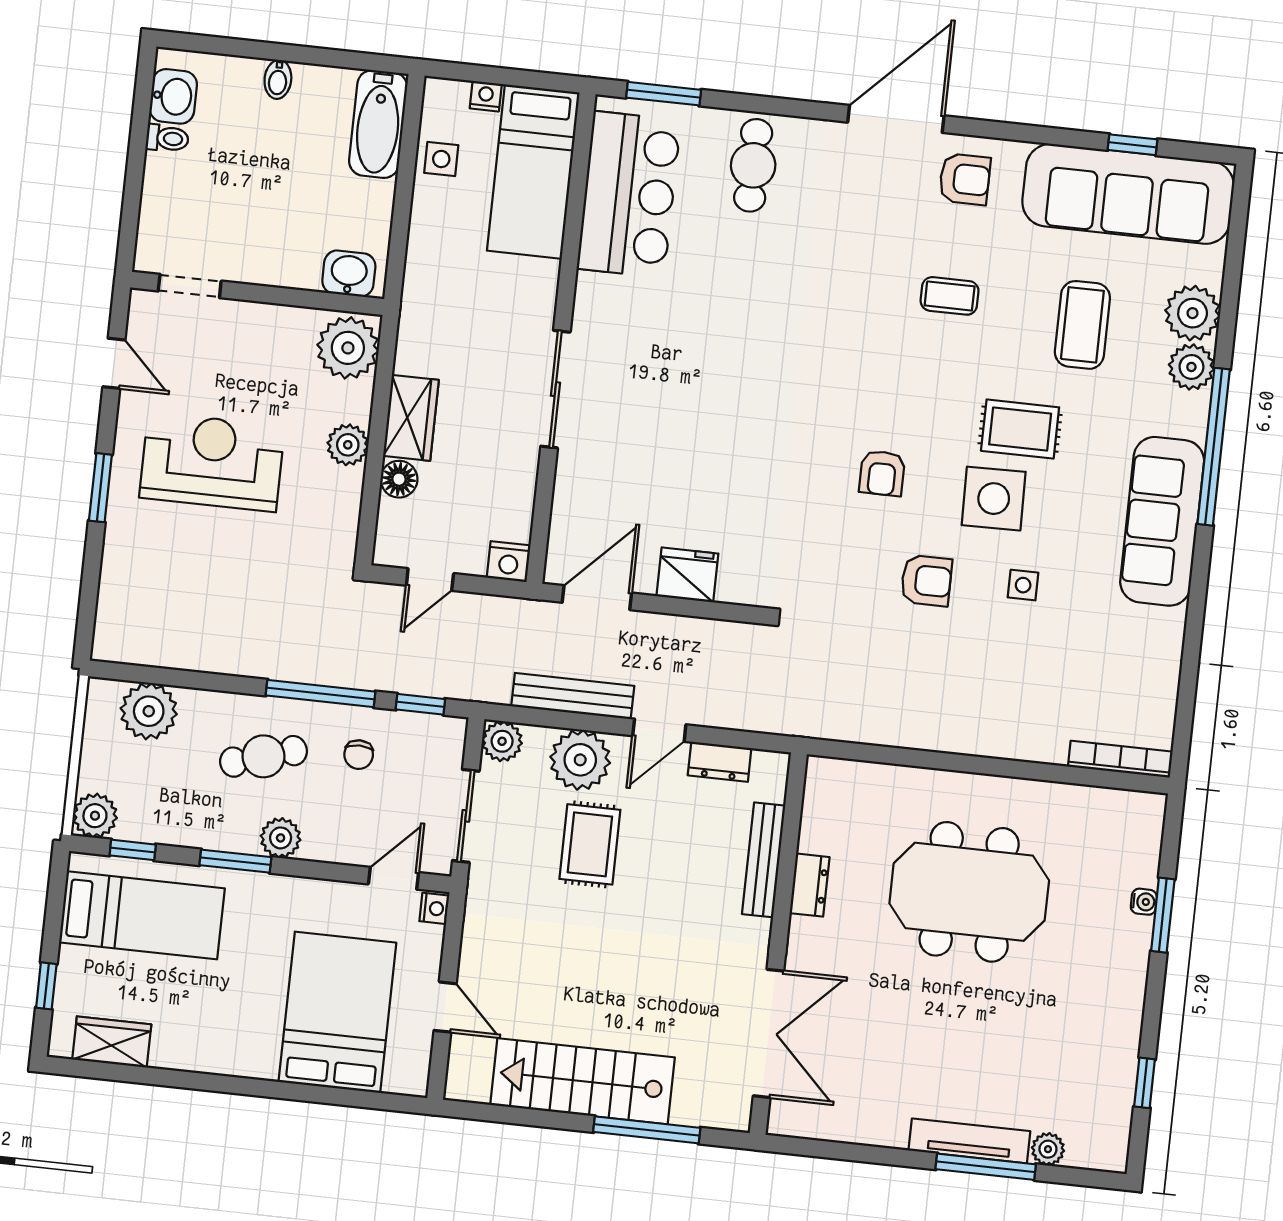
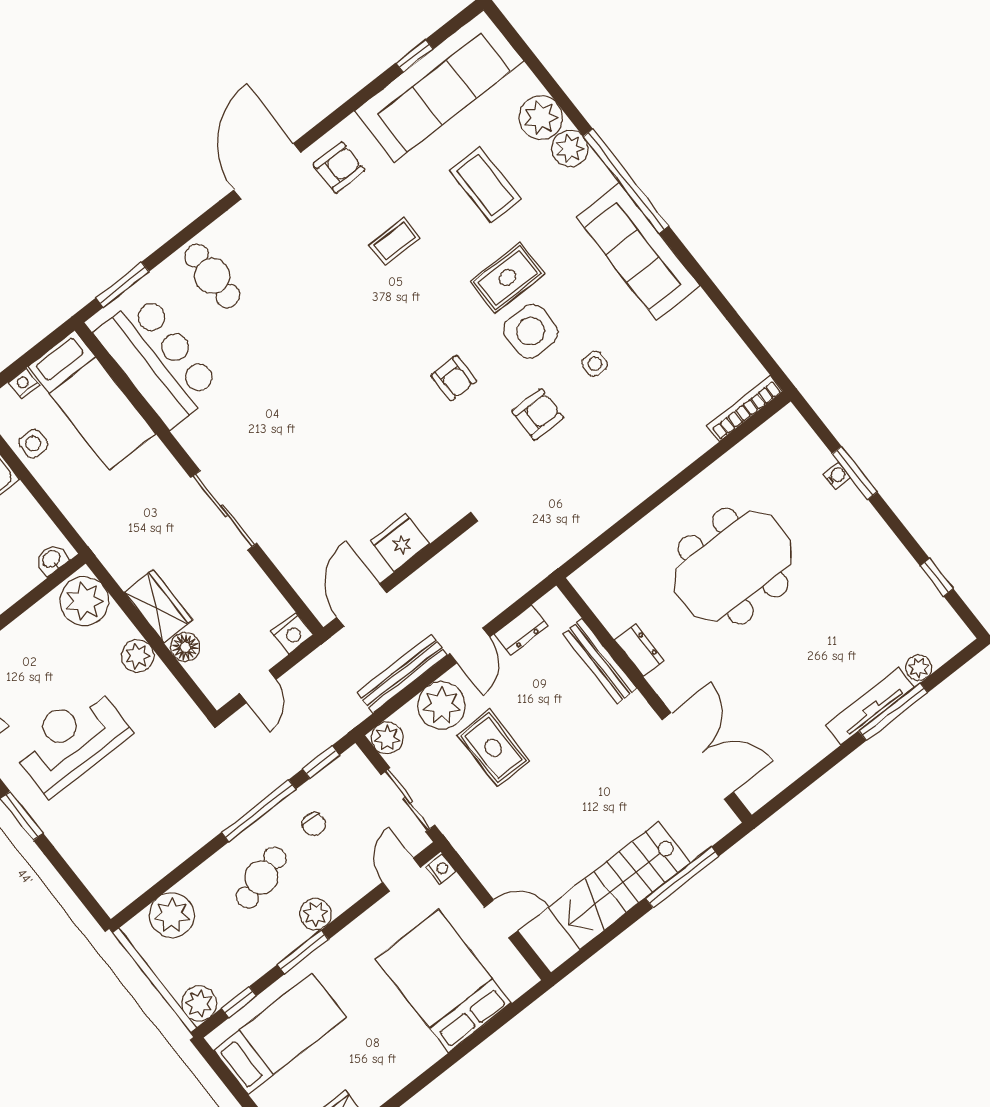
washbasin: (349, 274) -> (52, 560), width x0.72, depth x0.69

